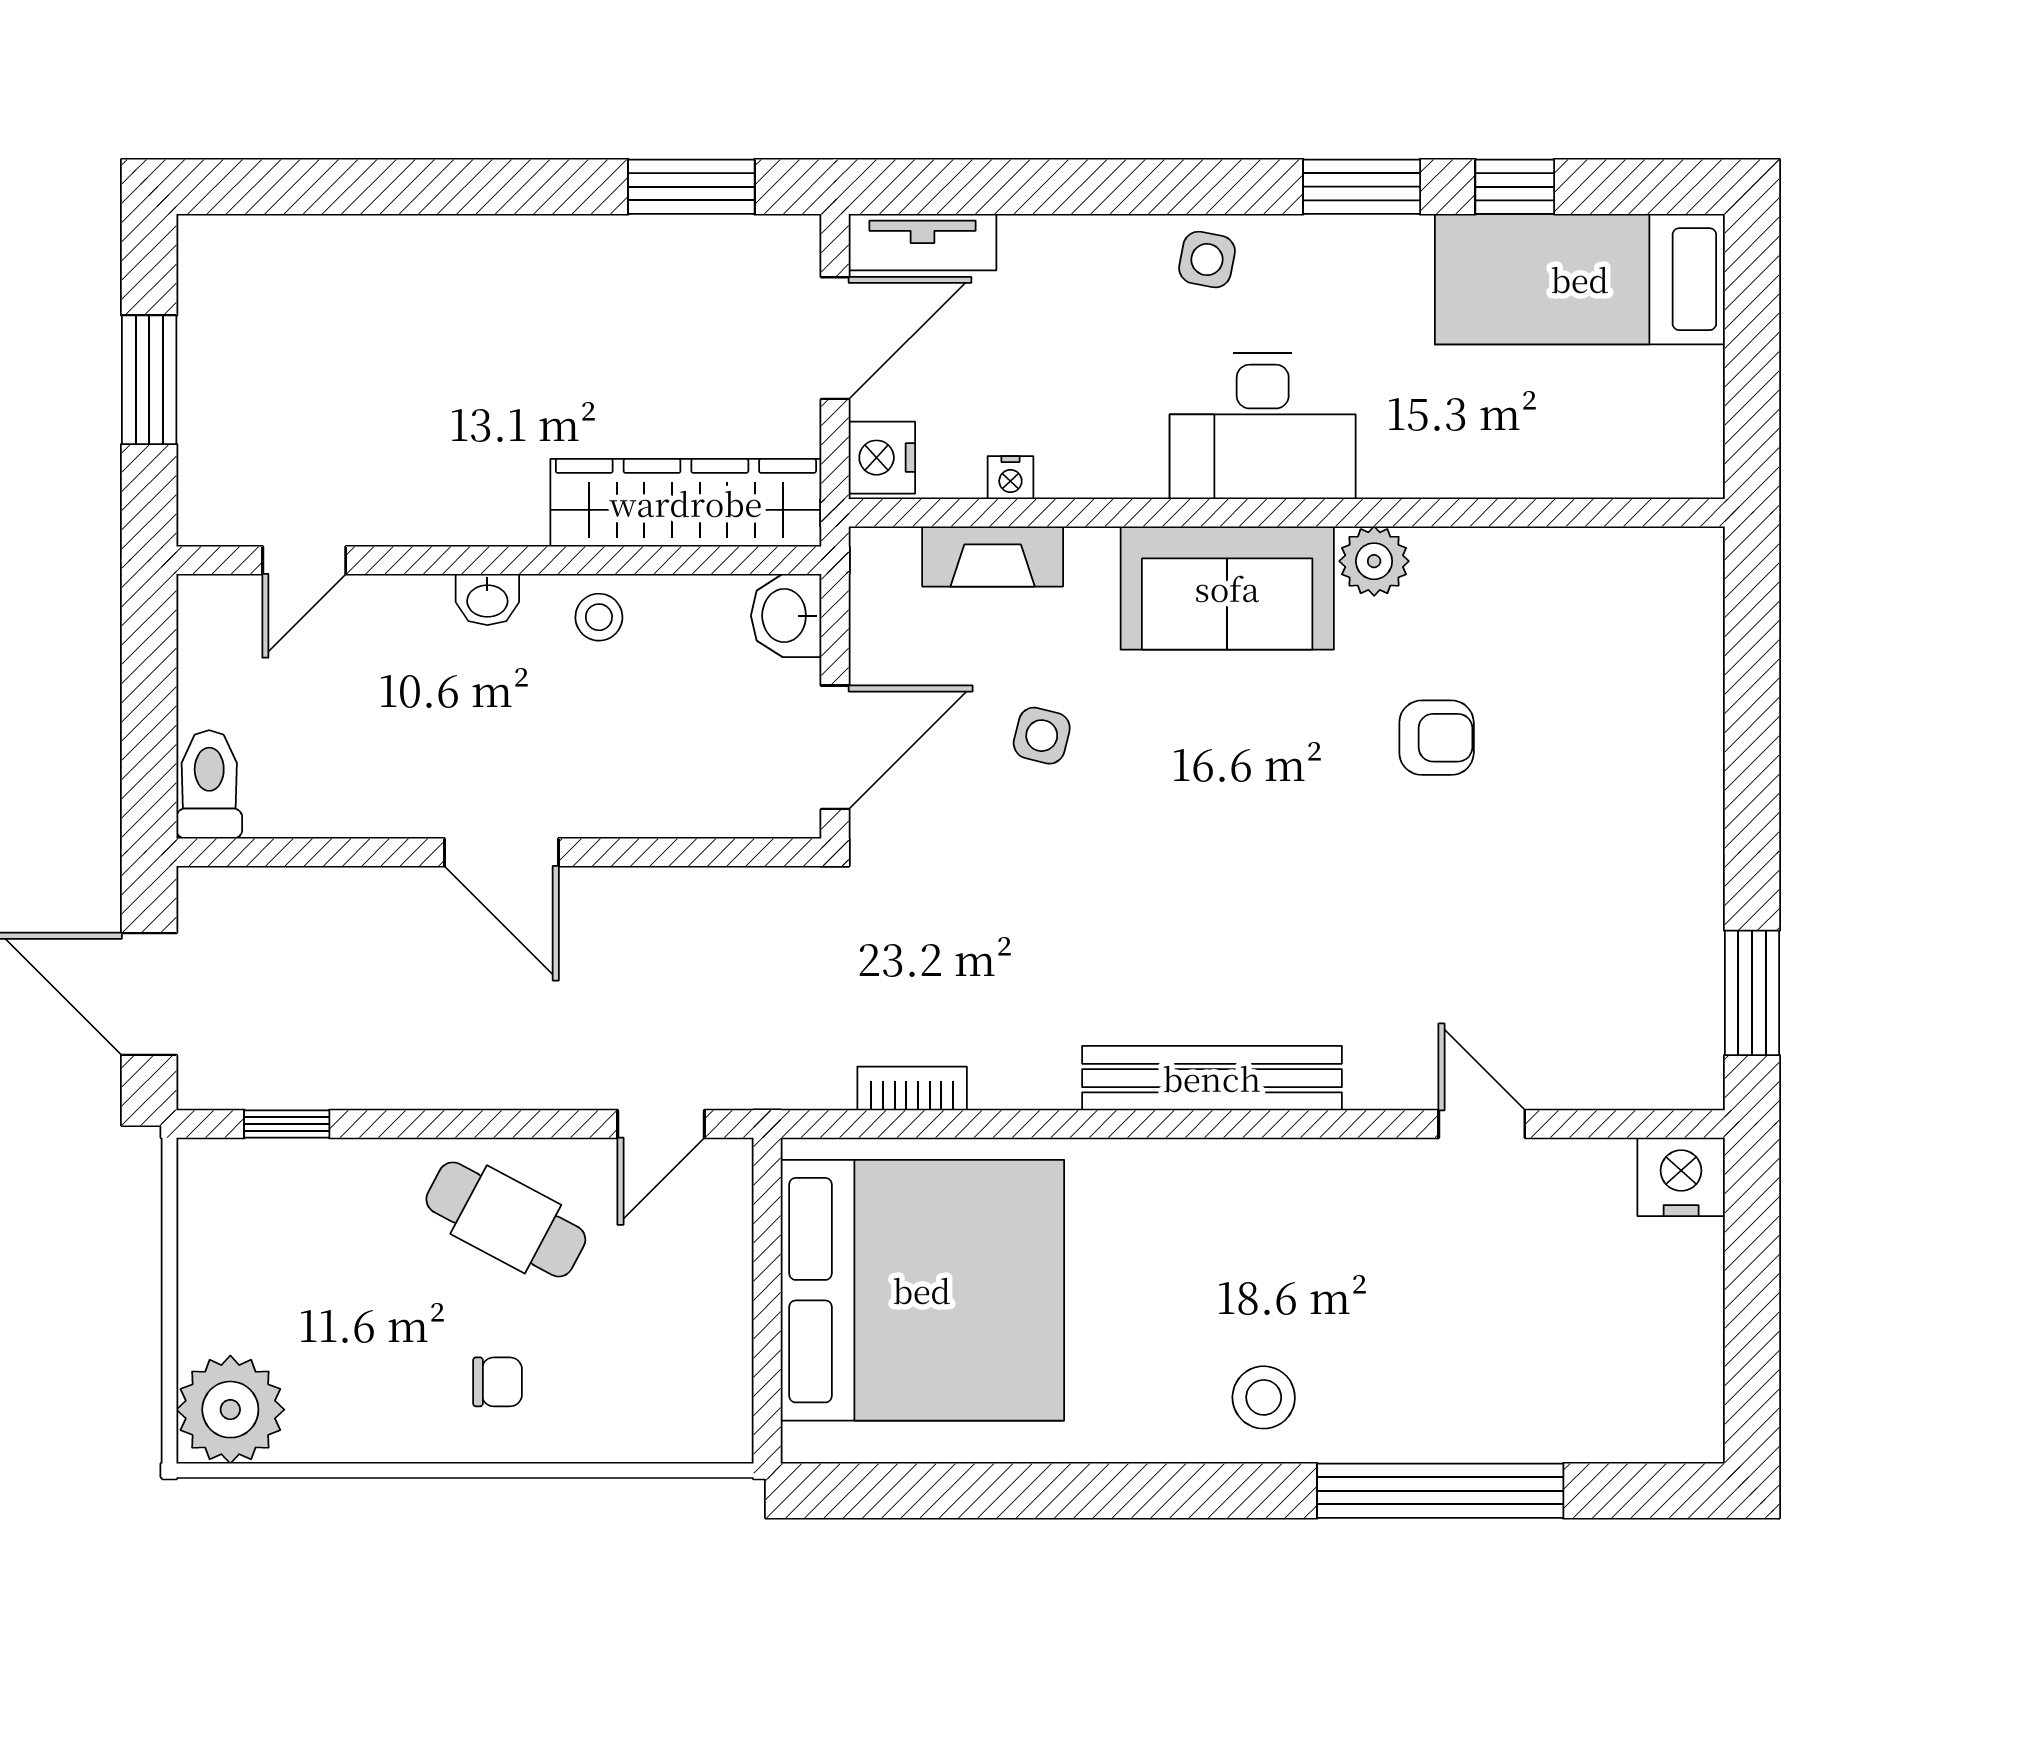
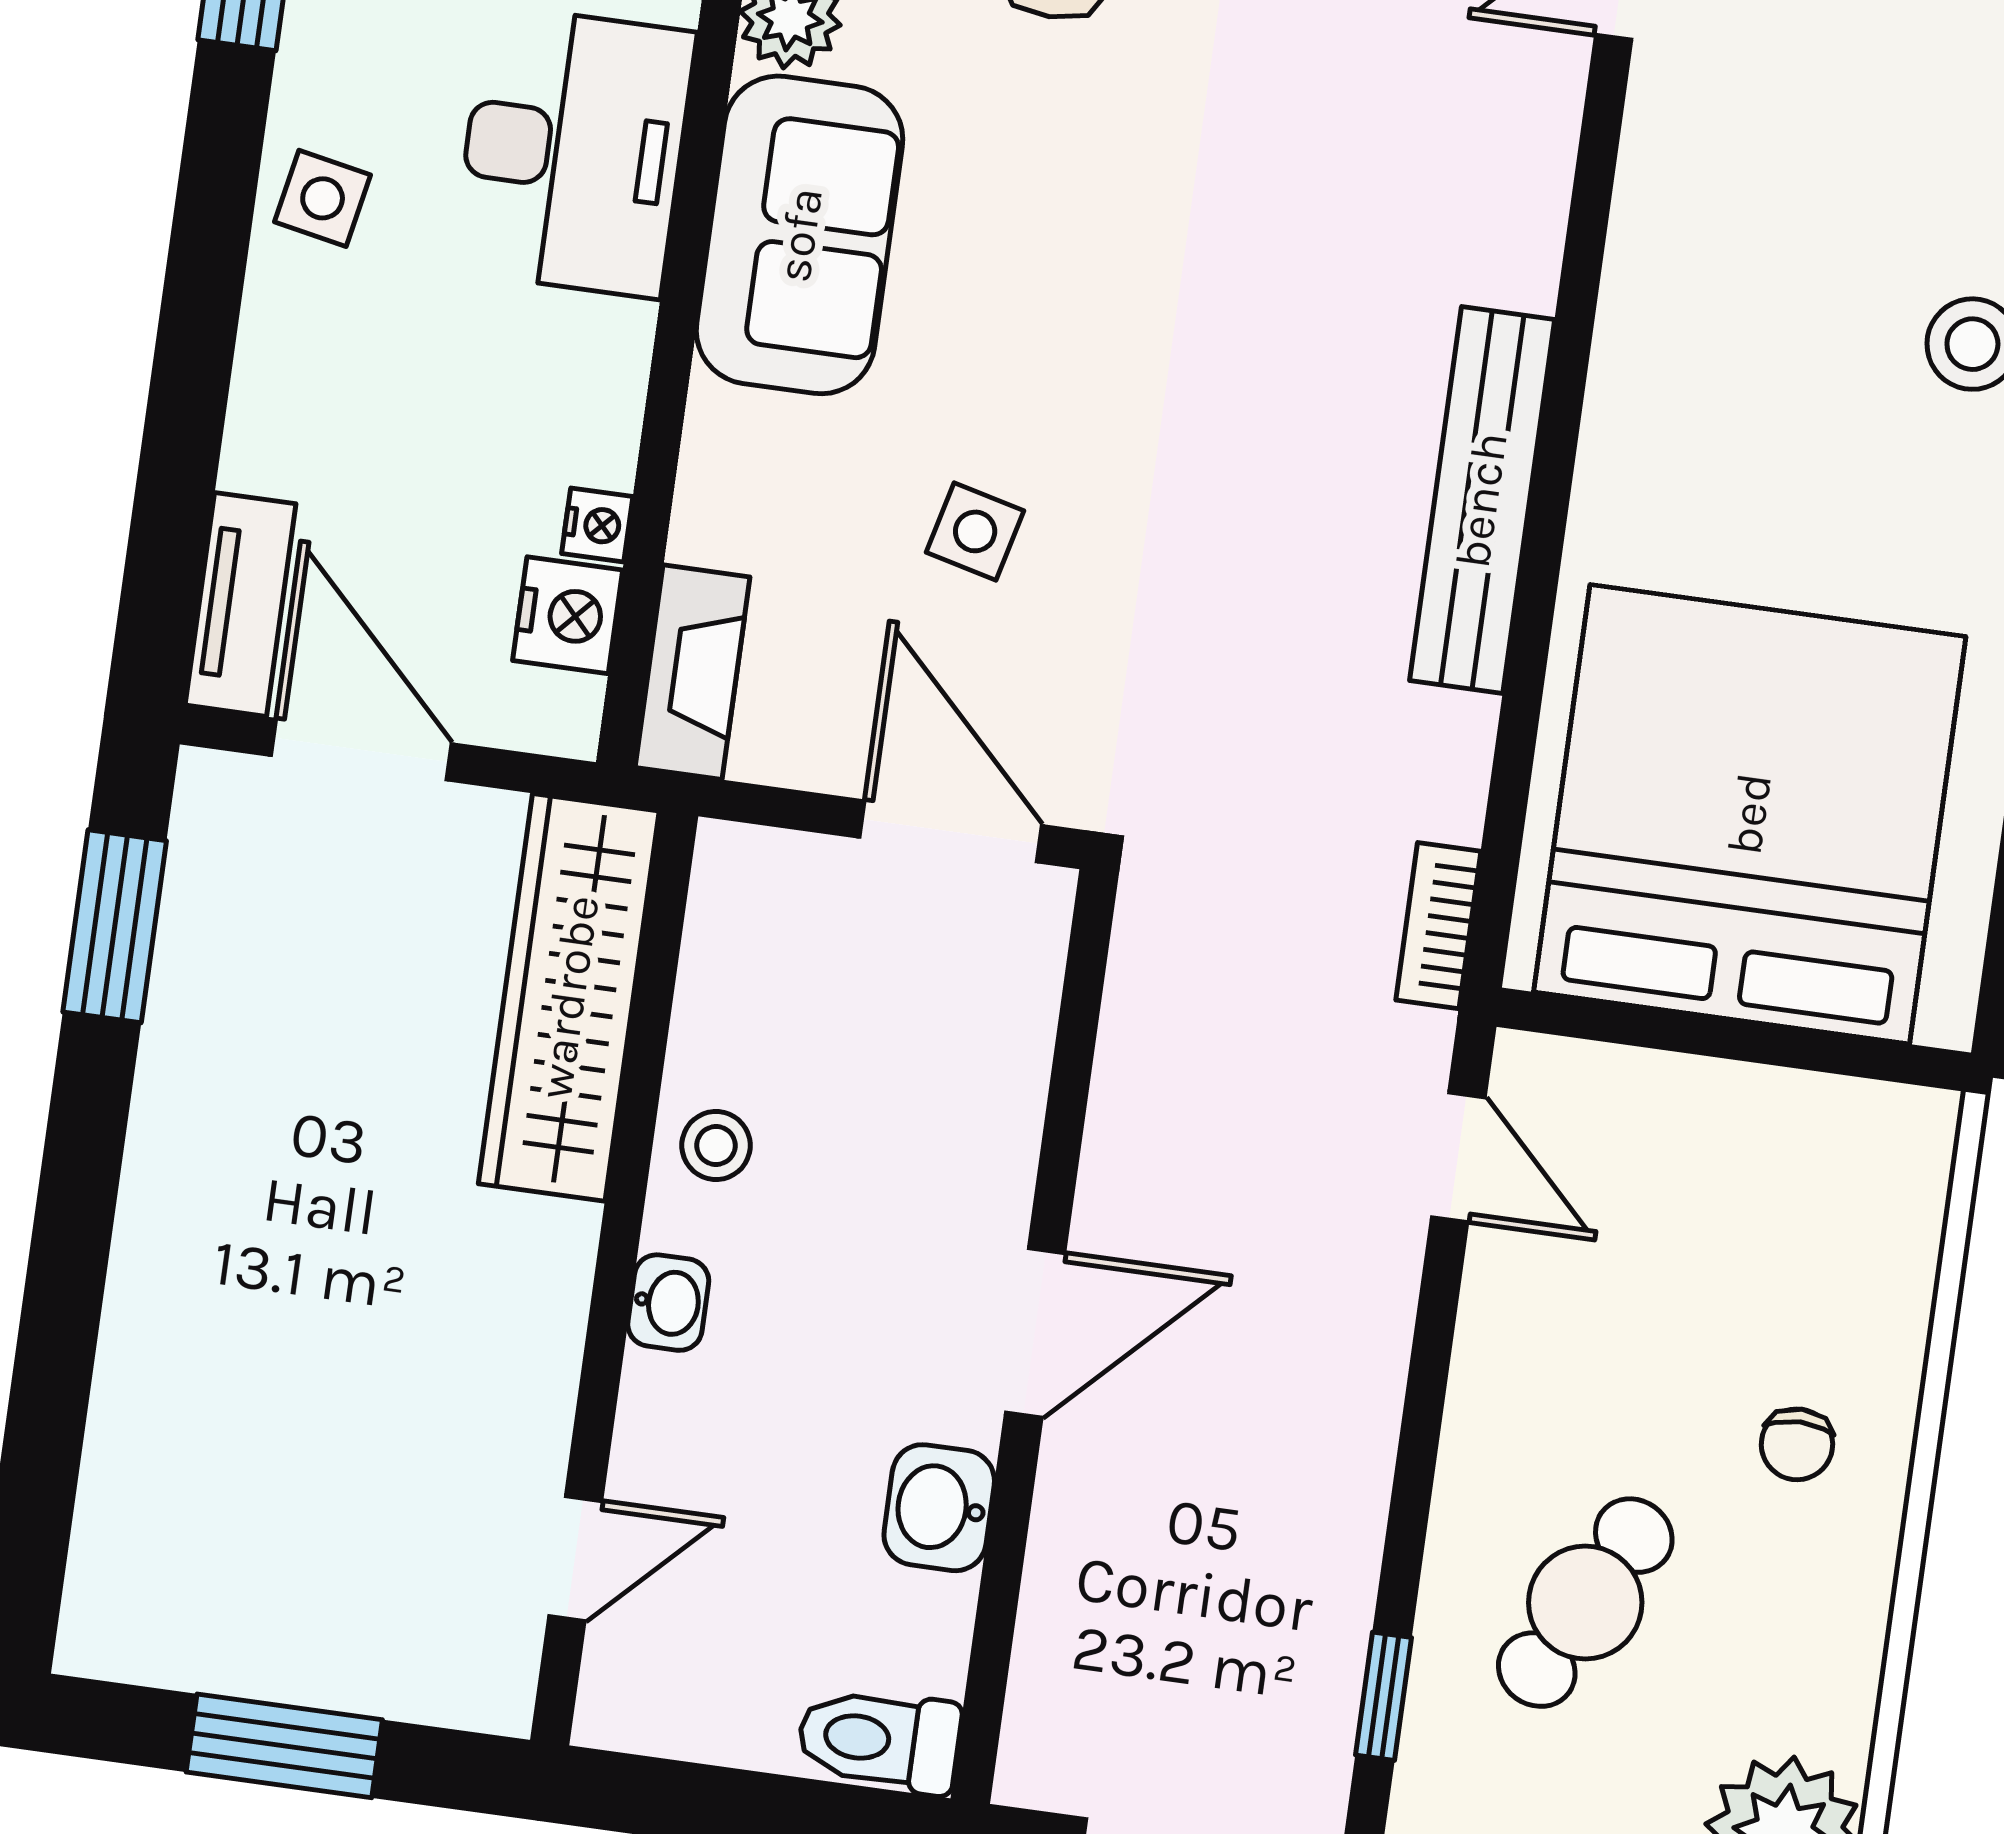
nightstand: (882, 458) -> (568, 615), moved, turned -90
fireplace: (993, 556) -> (693, 672), moved
door: (304, 560) -> (575, 1558), hinge flipped
washbasin: (786, 616) -> (939, 1508), moved, turned 90
bench: (1212, 1078) -> (1482, 500), moved
bookcase: (912, 1089) -> (1438, 926), moved
cafe table: (506, 1219) -> (1585, 1603), moved
chair: (497, 1382) -> (1797, 1444), turned 180

